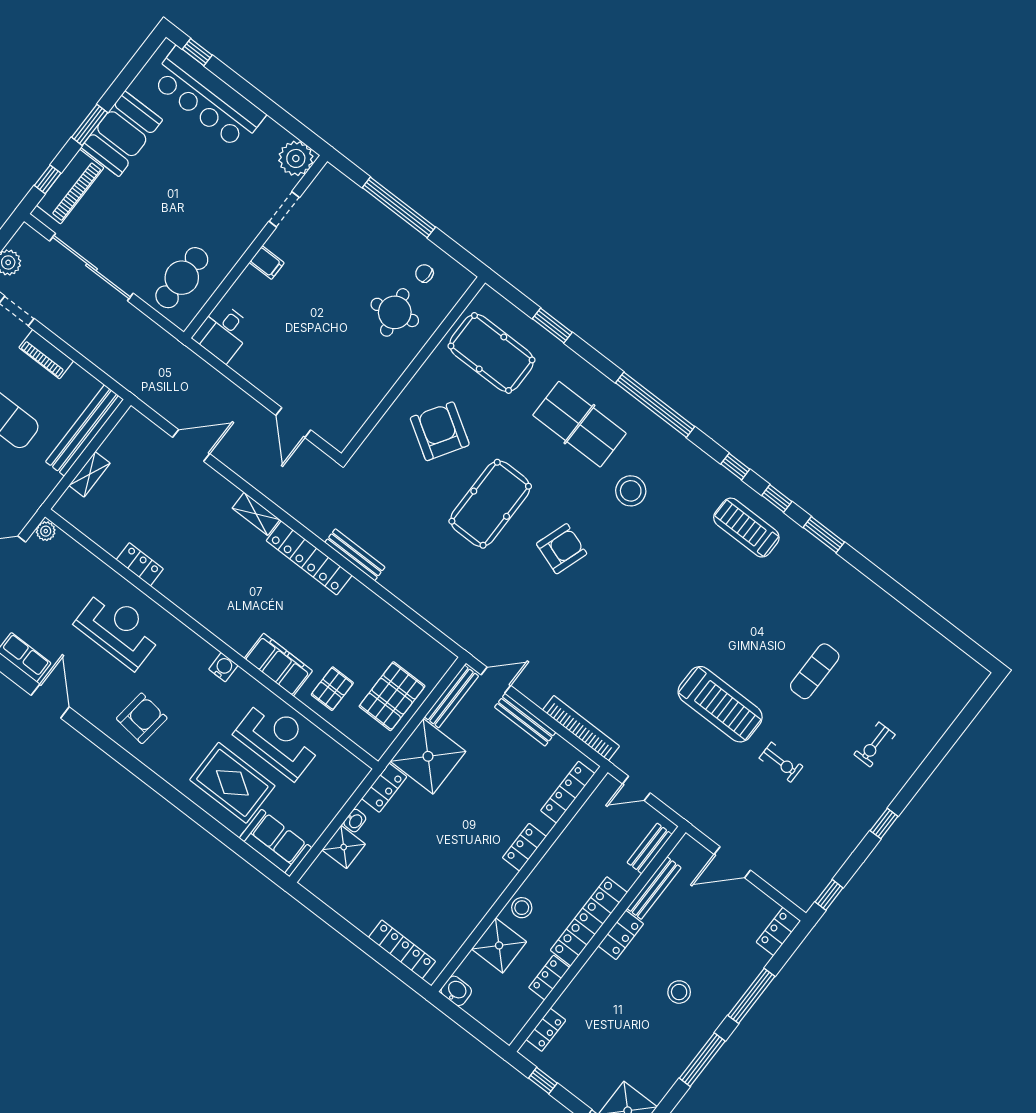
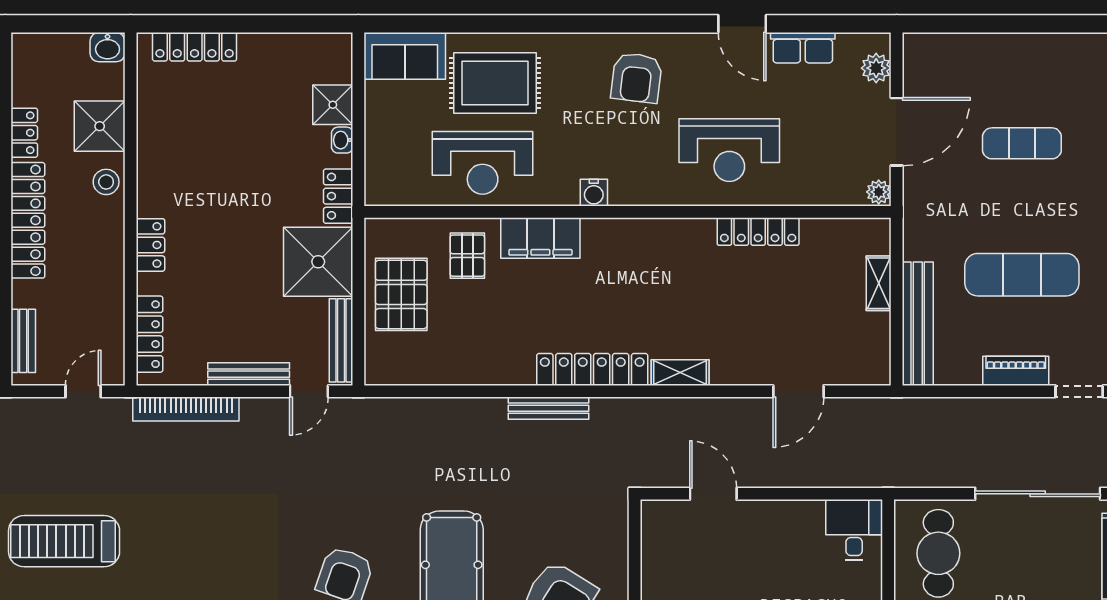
locker: (140, 564) -> (758, 231), width x1.53

